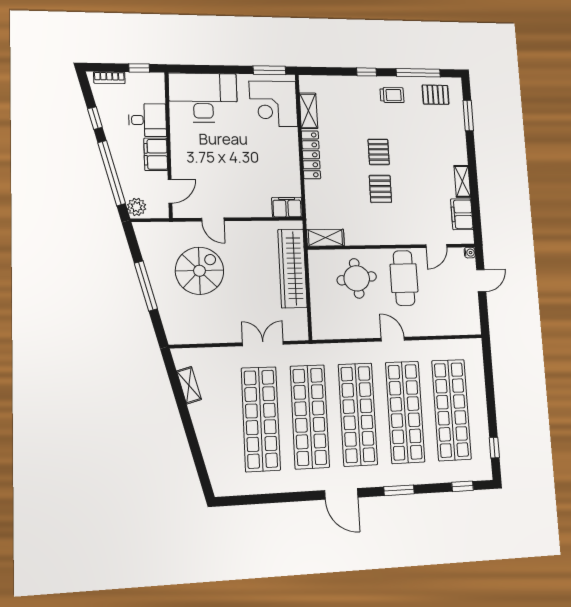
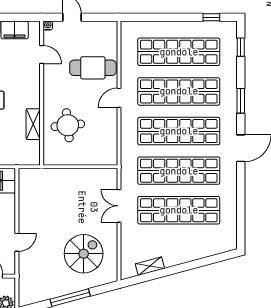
shelving: (325, 238) -> (33, 124), moved
wardrobe: (292, 268) -> (58, 179), removed
spiral stairs: (199, 271) -> (84, 254), moved, turned 90
cafe table: (404, 278) -> (93, 68), moved

